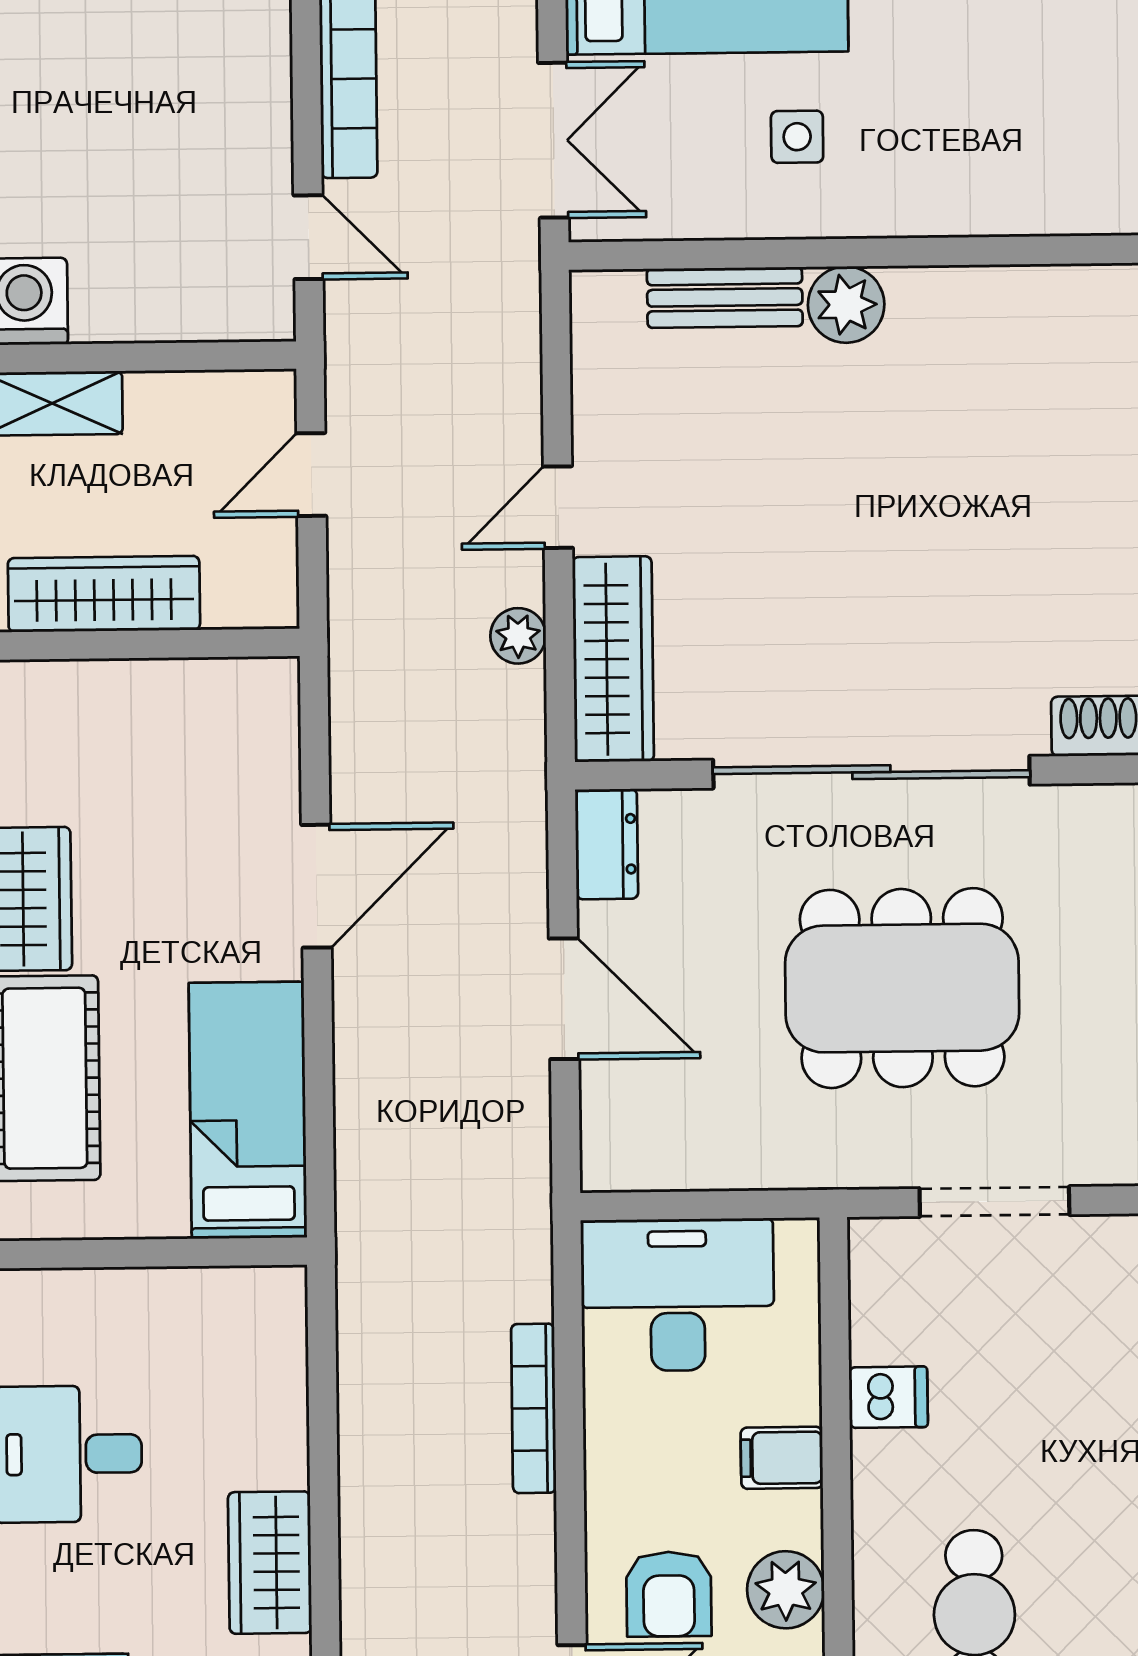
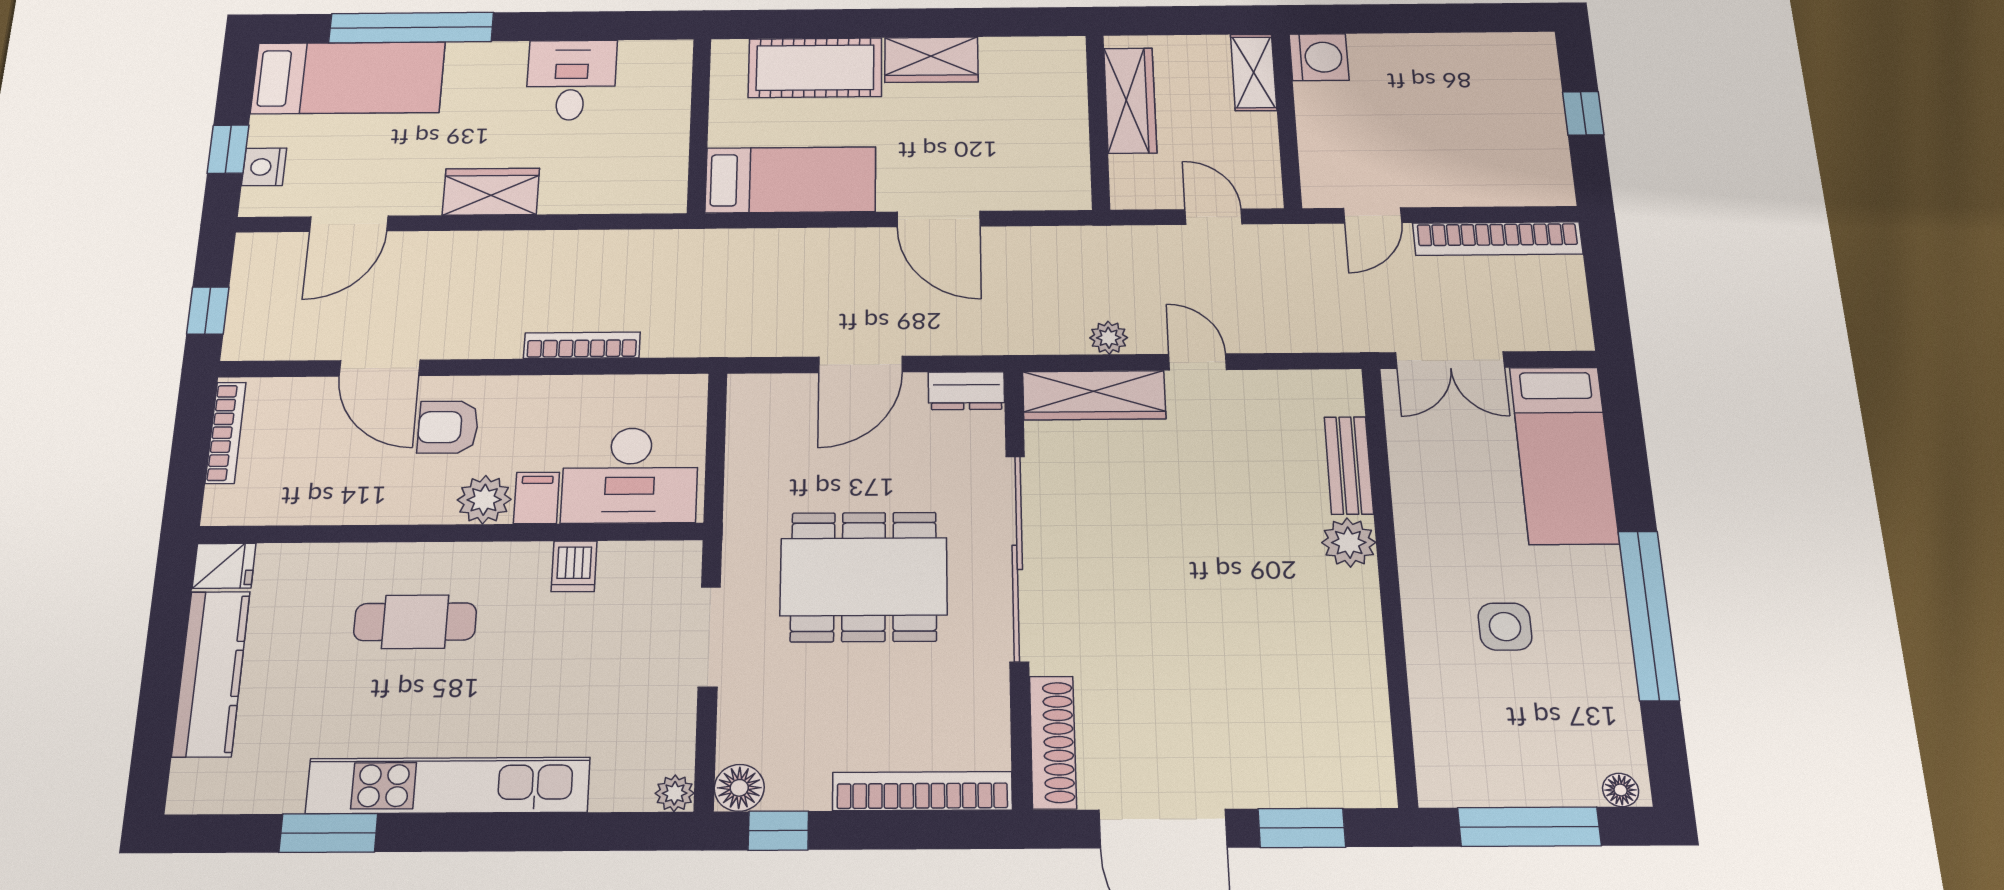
side table: (797, 137) -> (1505, 627), moved, width x1.37, depth x1.37
dining table: (902, 988) -> (864, 577), turned 90
desk: (678, 1295) -> (630, 475), moved, turned 90
plant: (786, 1590) -> (484, 500), moved

